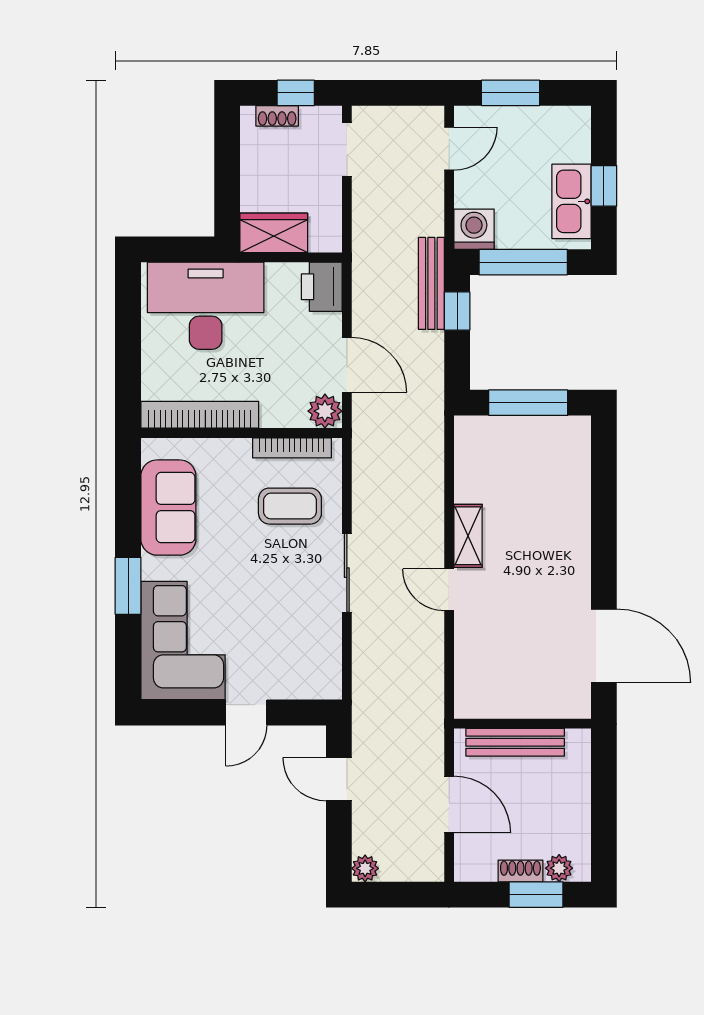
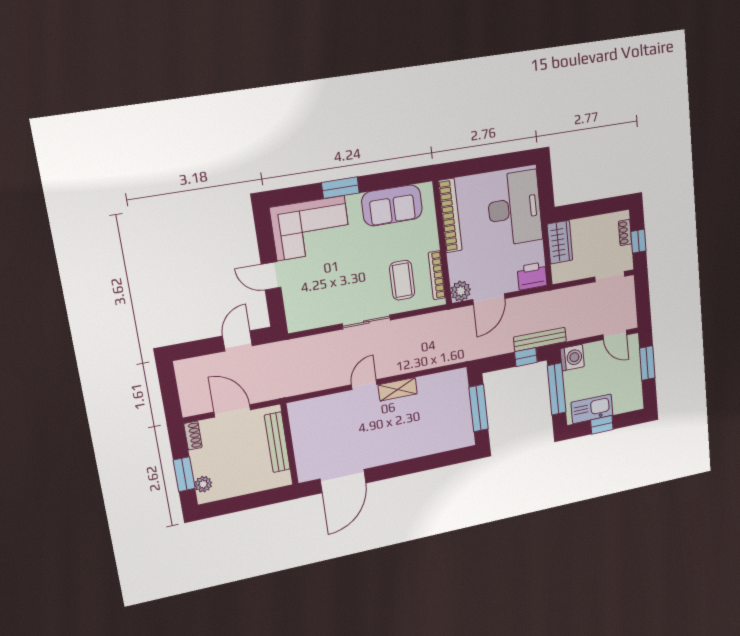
door: (449, 804) -> (232, 411), swing flipped
plant: (365, 868) -> (183, 368), removed
shoe rack: (520, 871) -> (193, 436), moved

